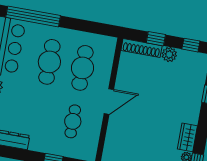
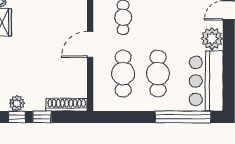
window: (156, 39) -> (42, 117), moved
plant: (169, 54) -> (17, 103), moved

